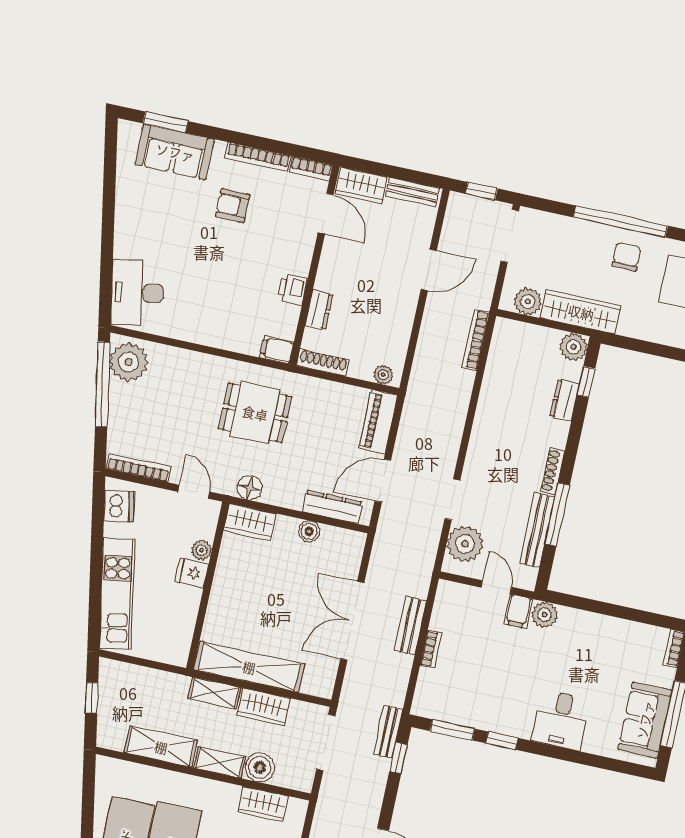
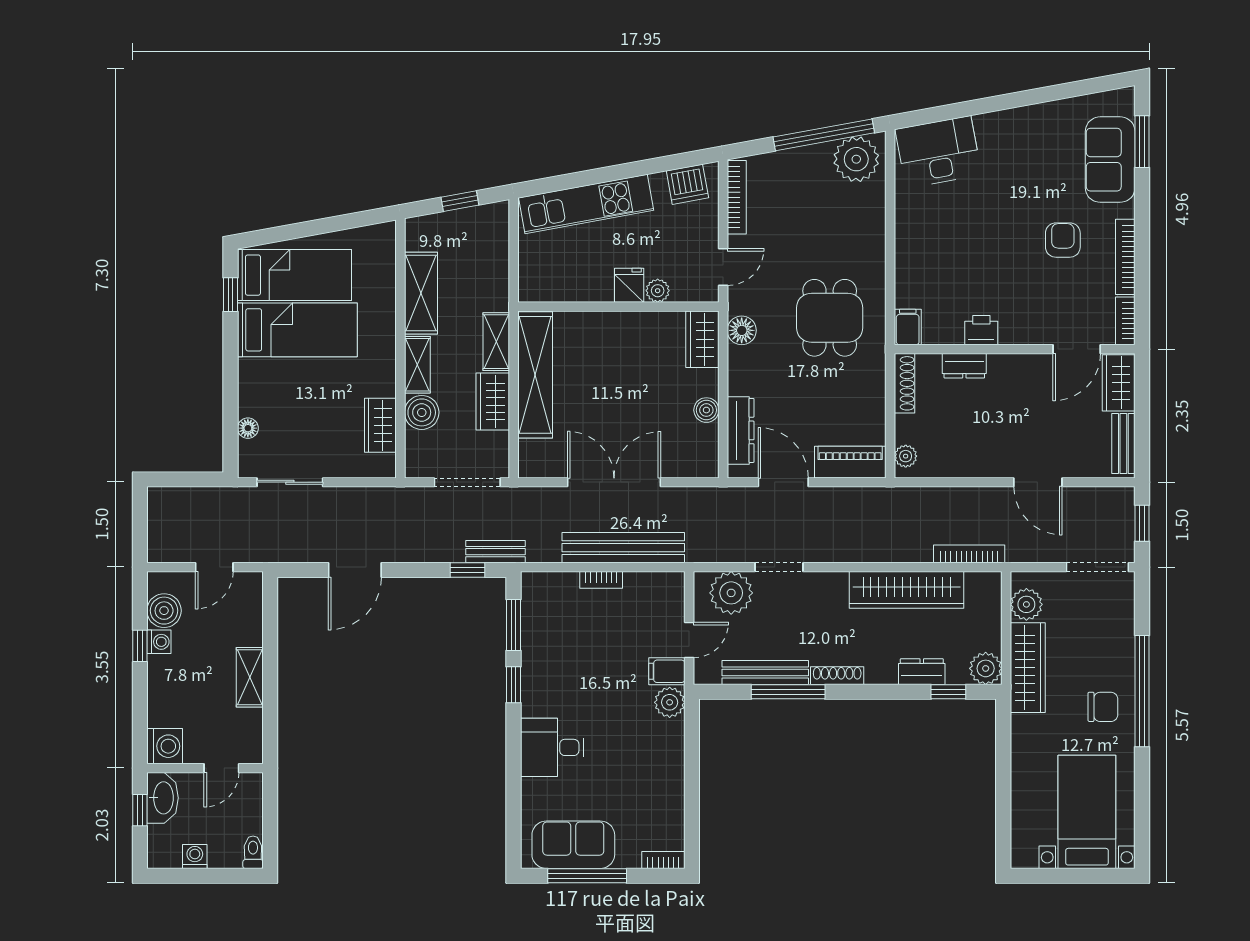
wardrobe: (494, 398) -> (907, 590), added
bench: (410, 626) -> (623, 548), width x1.86, depth x1.21

